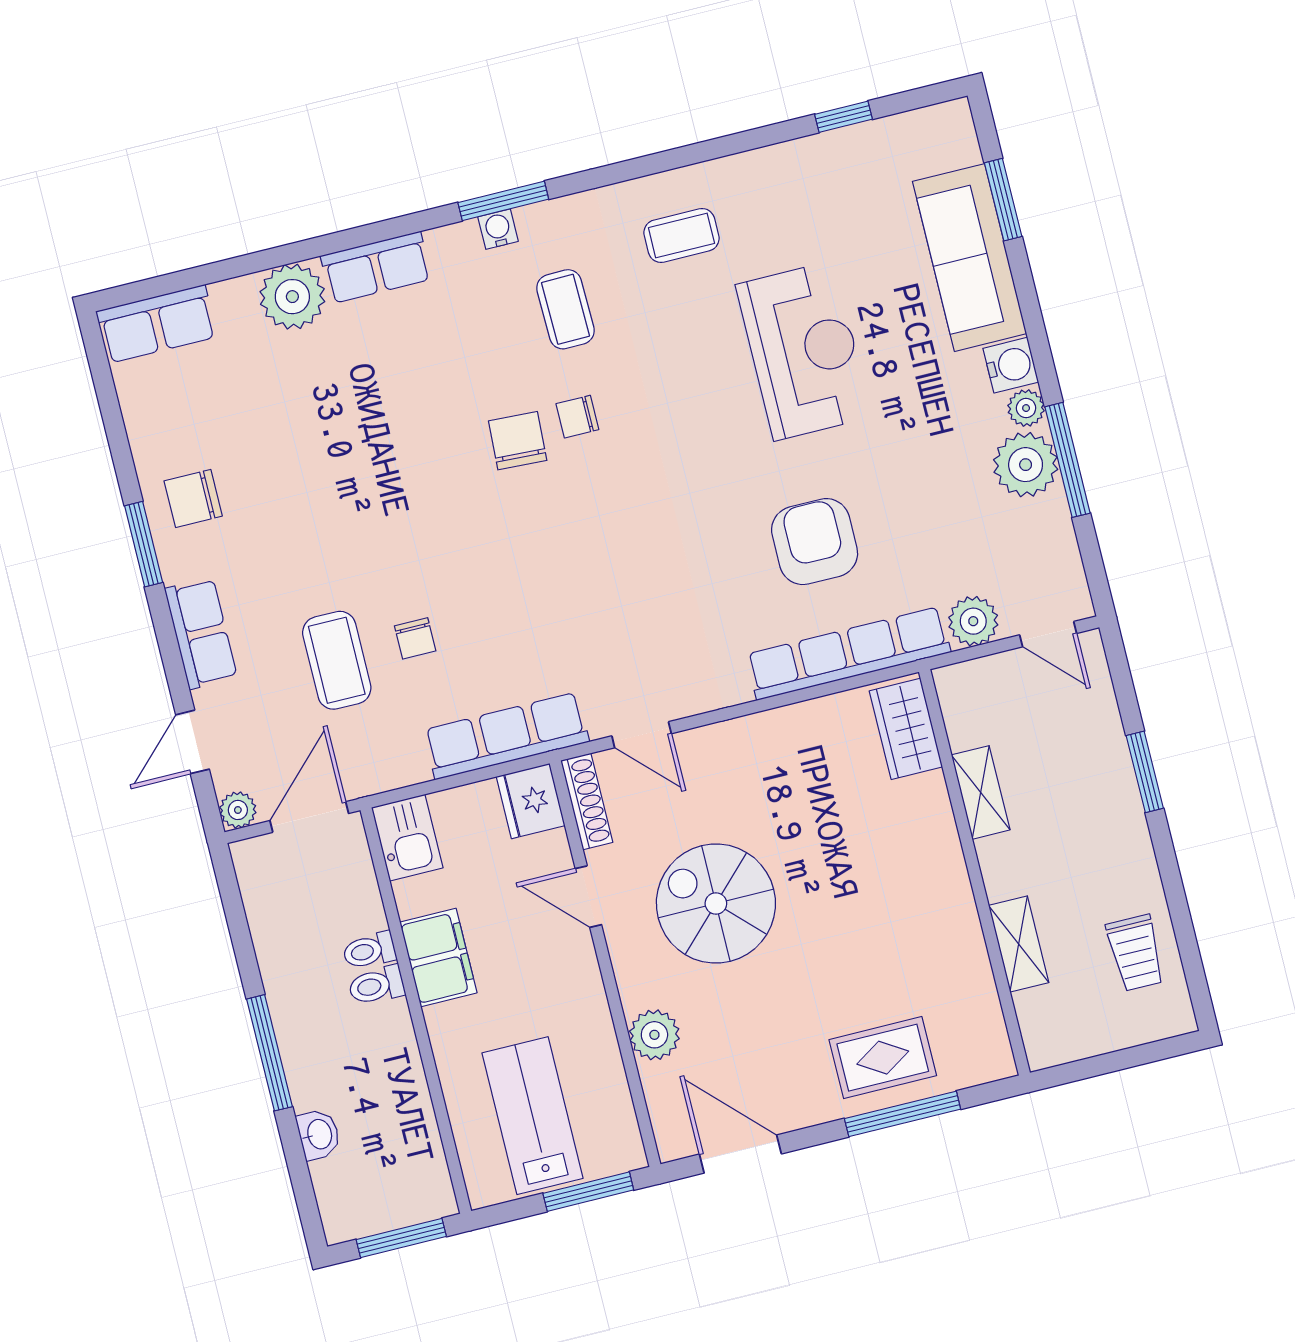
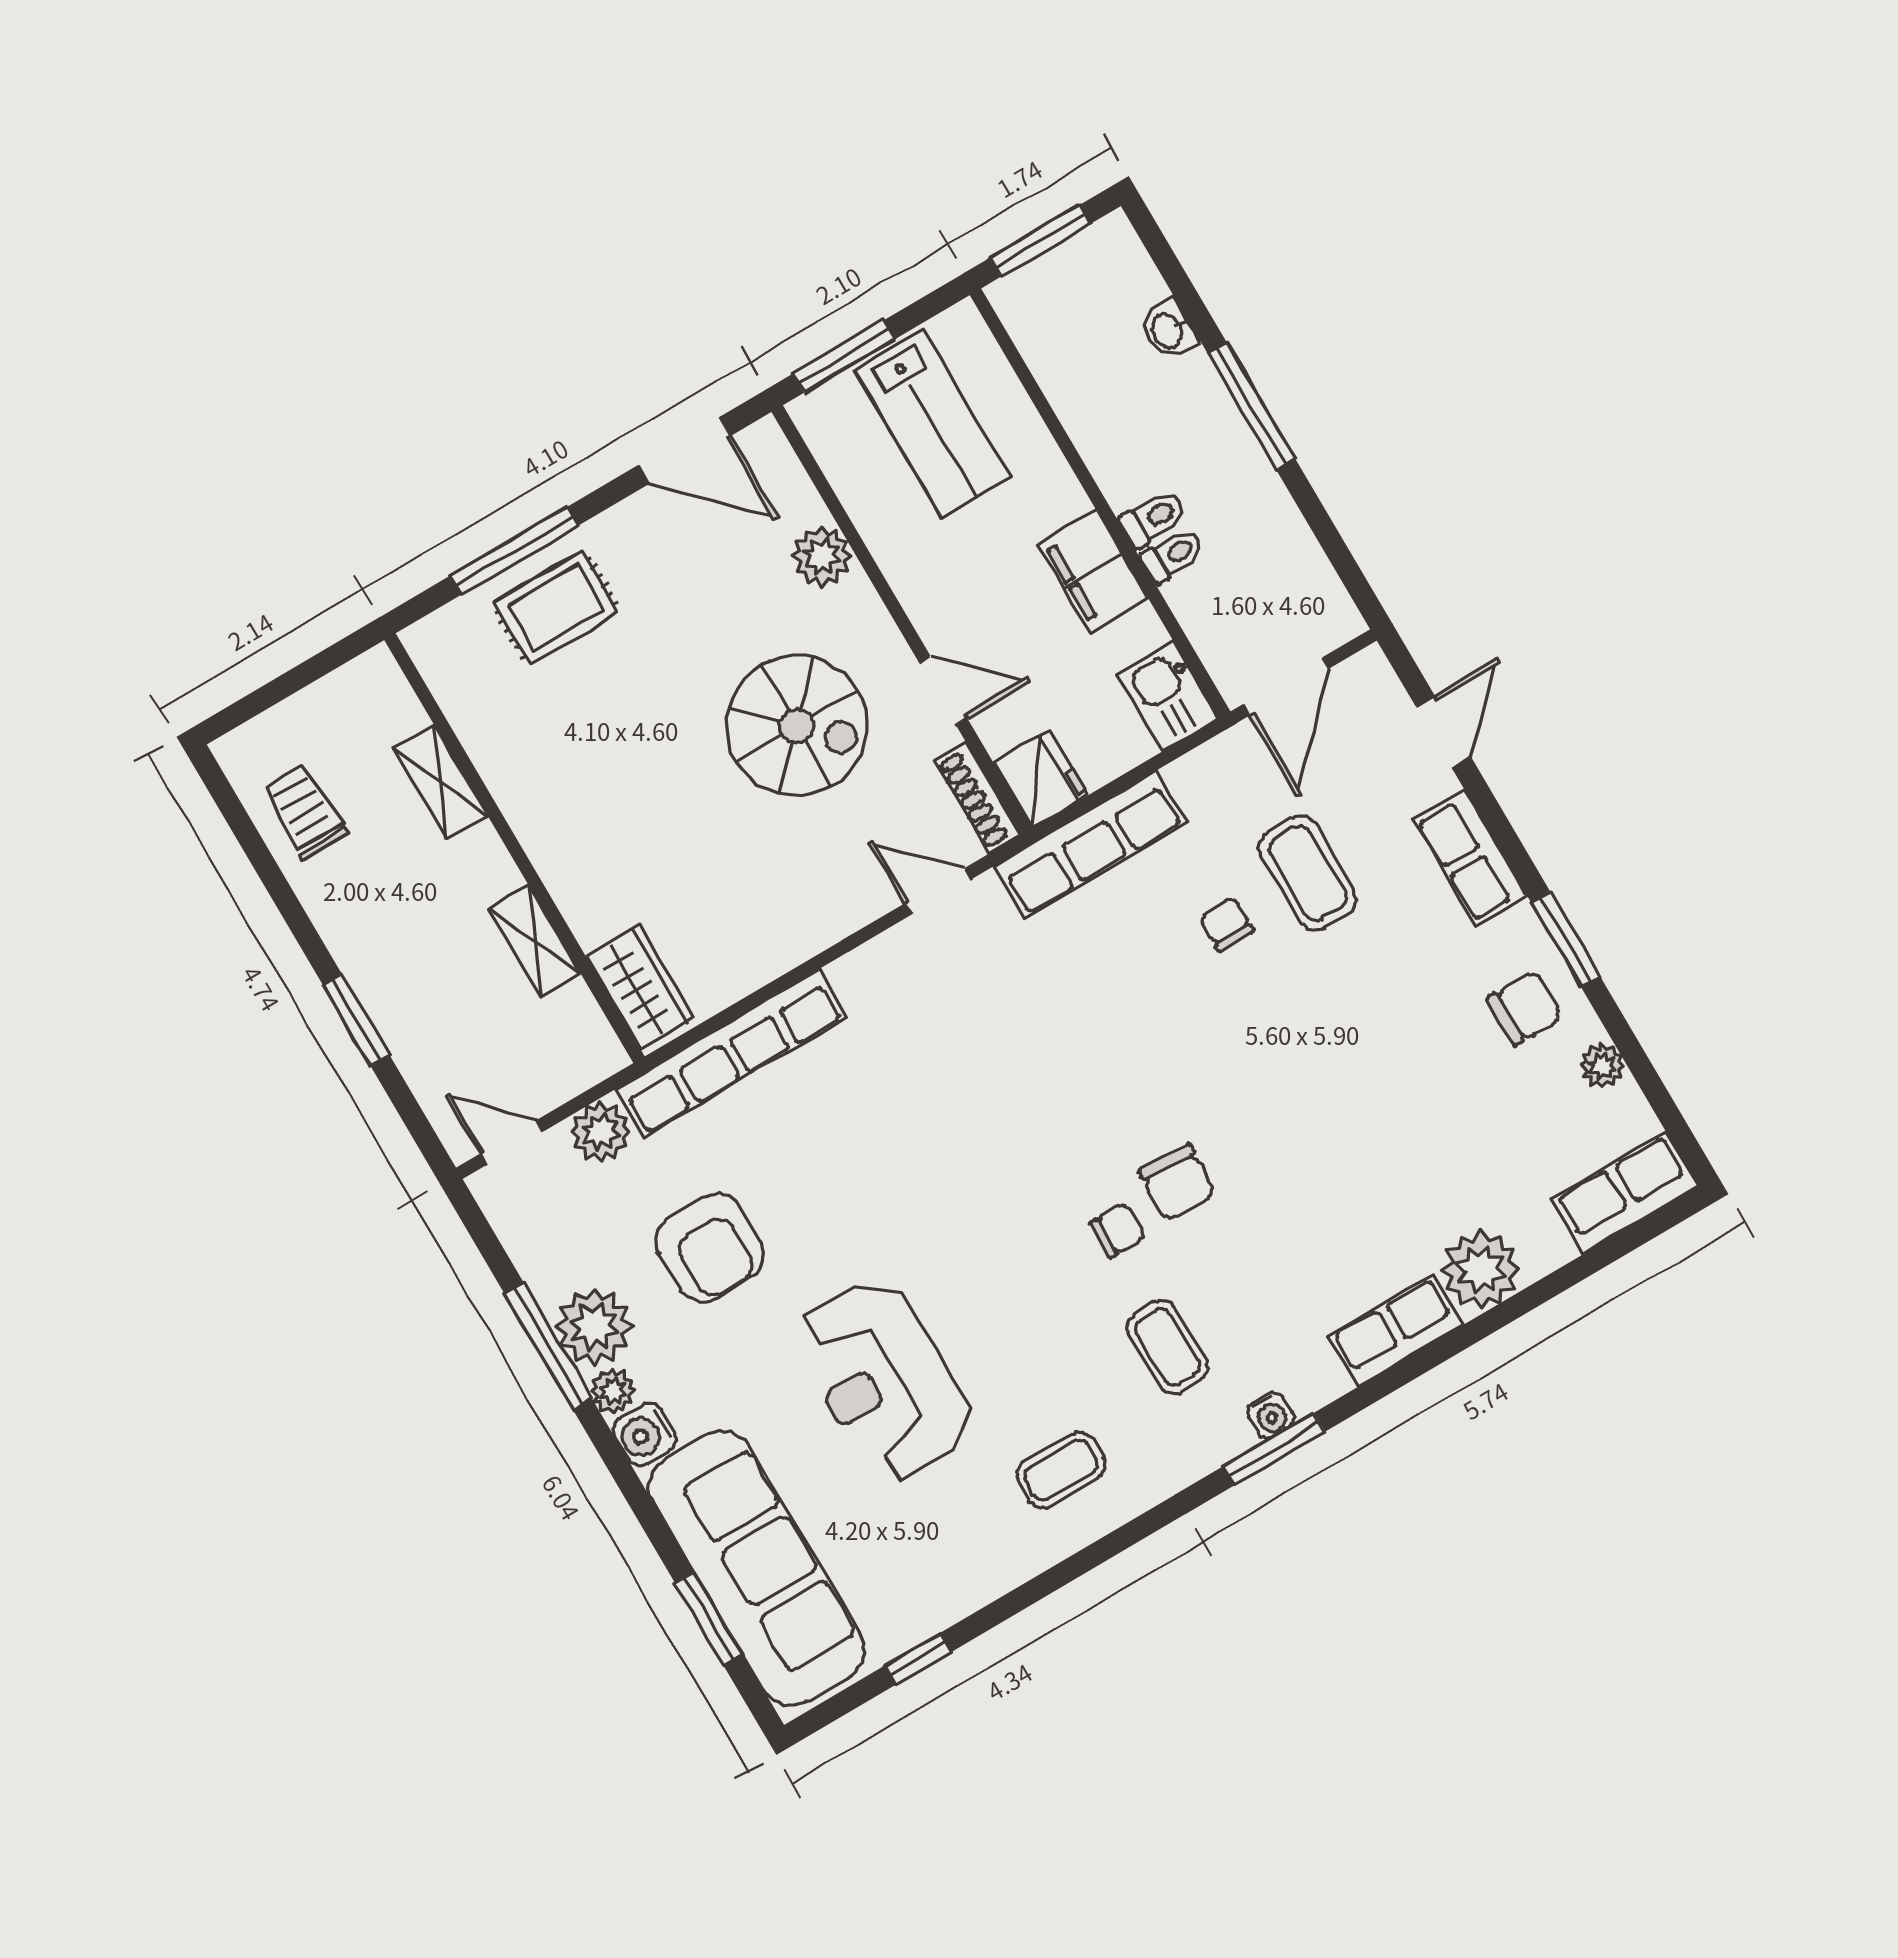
sofa: (970, 258) -> (757, 1568), width x1.36, depth x1.27
armchair: (815, 542) -> (710, 1248), moved
plant: (238, 810) -> (1602, 1066), moved

